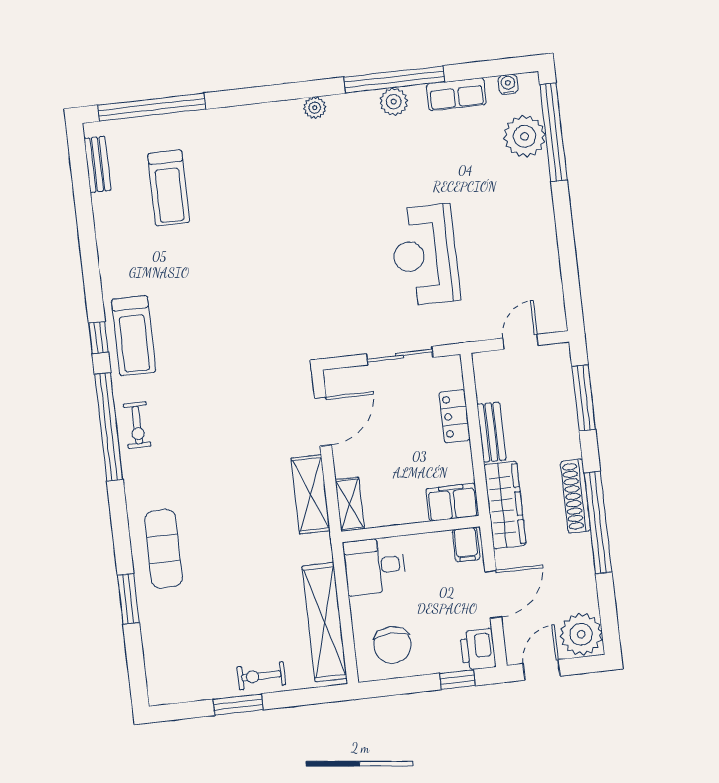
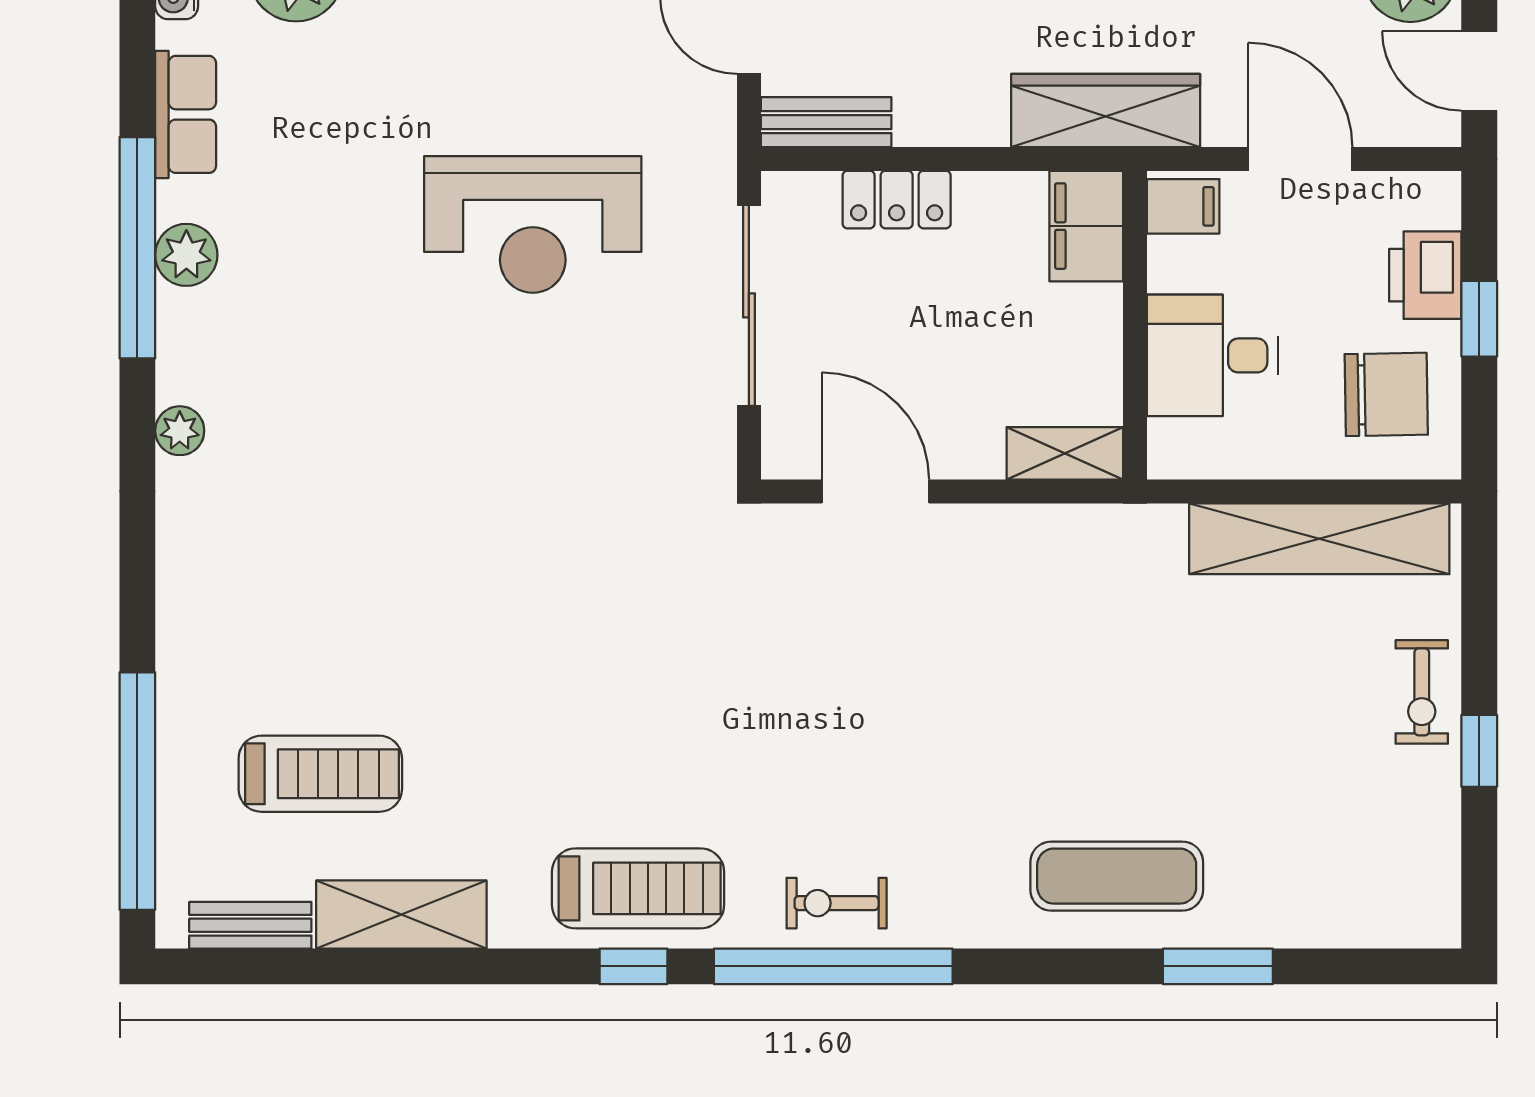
sliding door: (400, 356) -> (749, 305), width x1.37
exercise bike: (137, 425) -> (837, 903), turned 180
bench: (491, 432) -> (826, 122), moved
shelving: (311, 494) -> (401, 914), moved
desk: (375, 566) -> (1212, 355), moved, turned 90
printer: (478, 649) -> (1425, 275), moved, turned 90
window: (457, 680) -> (1479, 319), moved
window: (238, 705) -> (1479, 751), width x0.67

